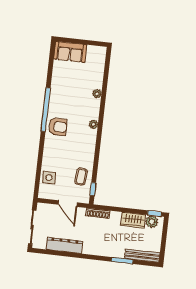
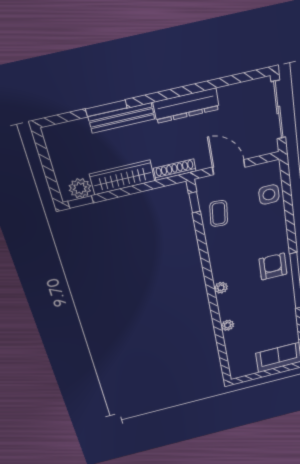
armchair: (58, 127) -> (273, 267), turned 90
wardrobe: (133, 220) -> (122, 177), width x1.50
dresser: (64, 245) -> (186, 106), moved
bench: (142, 256) -> (122, 118), moved

